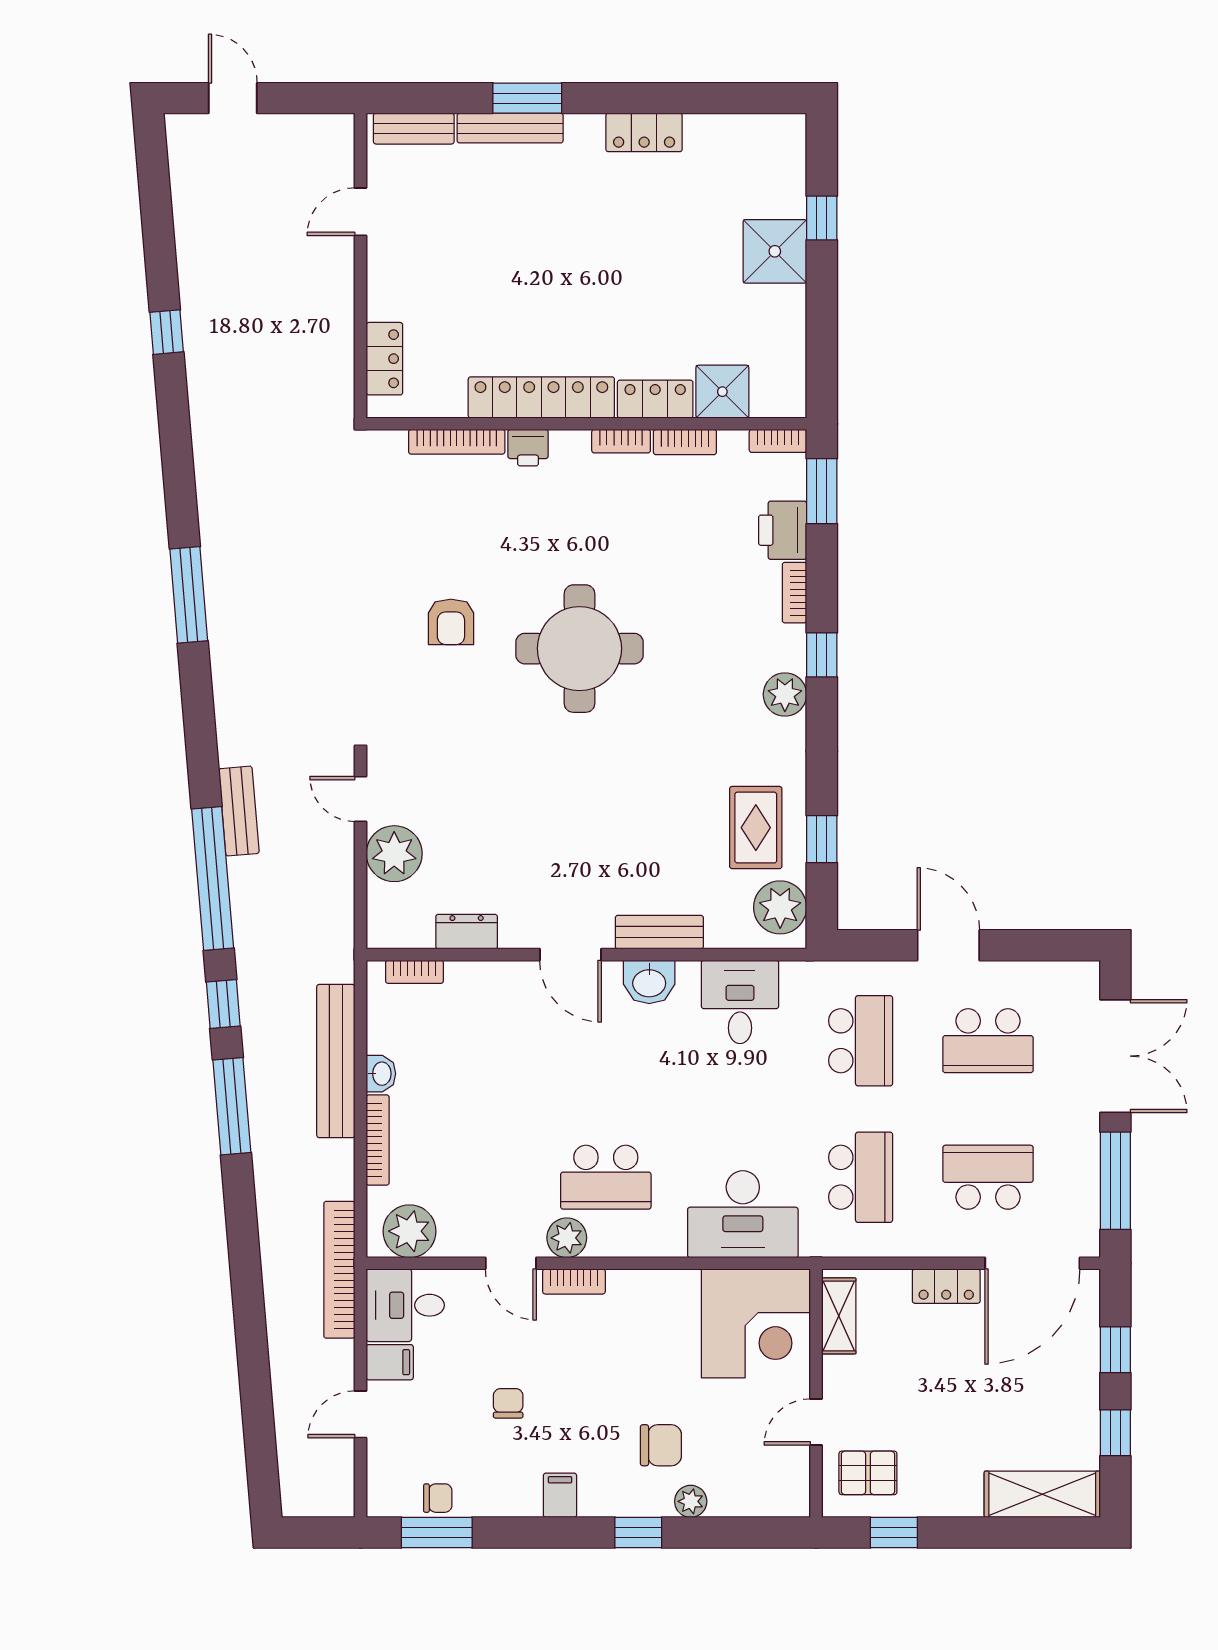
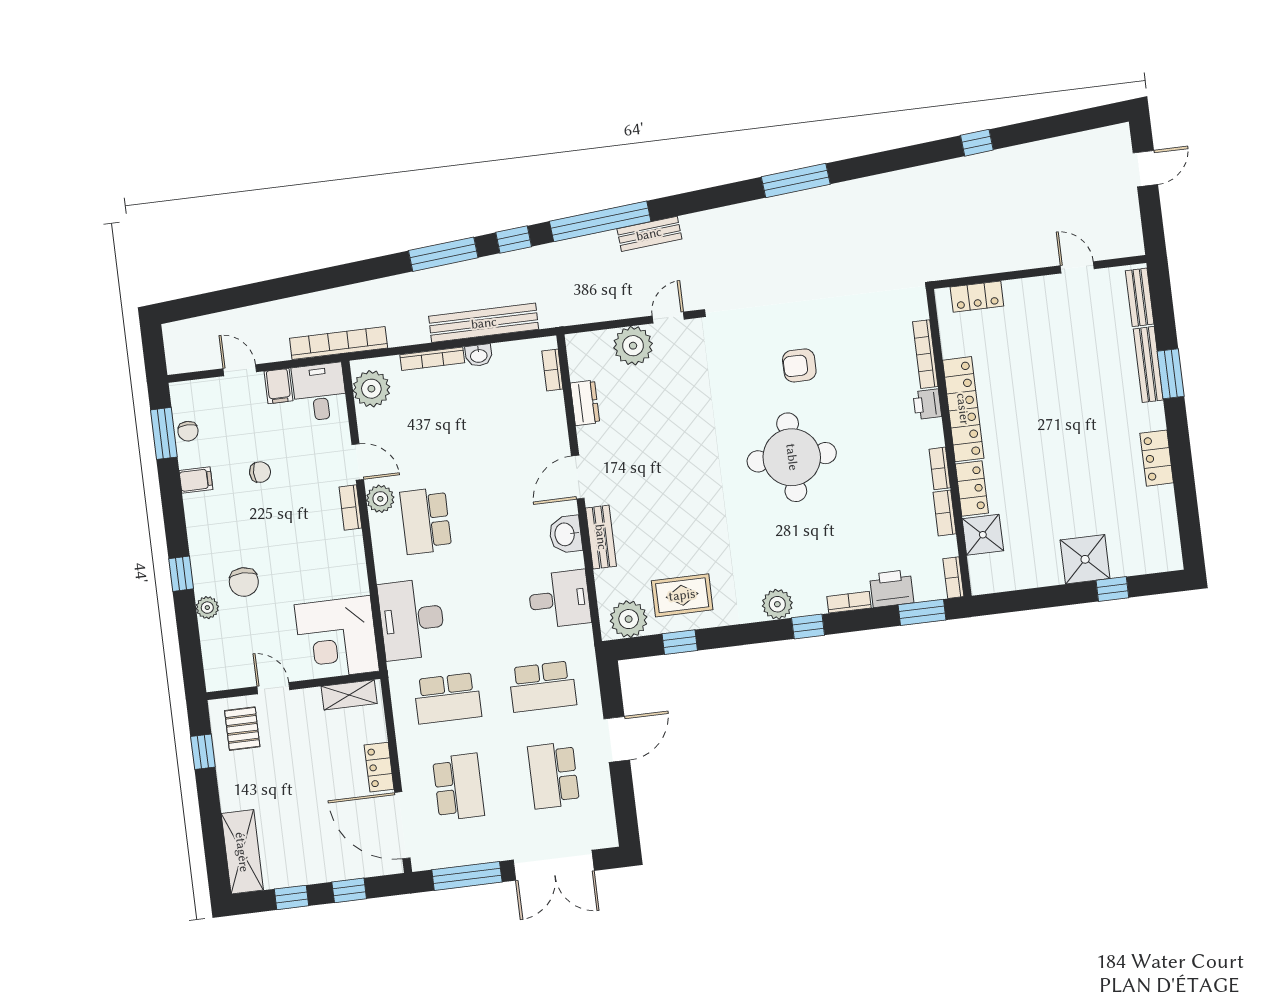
door: (511, 1263) -> (358, 462), swing flipped
filing cabinet: (560, 1495) -> (196, 480), moved

